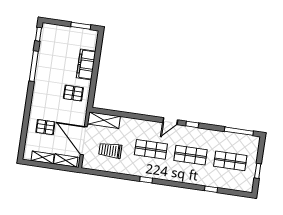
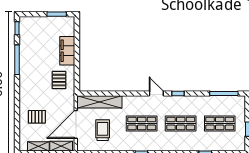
pallet: (73, 93) -> (59, 80), turned 90
shelving: (104, 120) -> (99, 102), width x1.47
door: (170, 121) -> (156, 94), swing flipped
door: (84, 141) -> (76, 124), hinge flipped
trolley: (110, 150) -> (103, 130), turned 90

